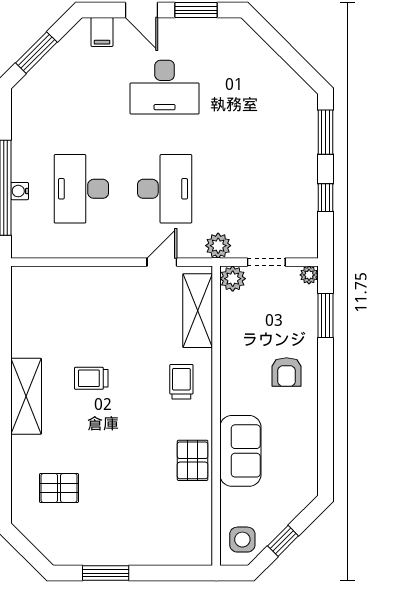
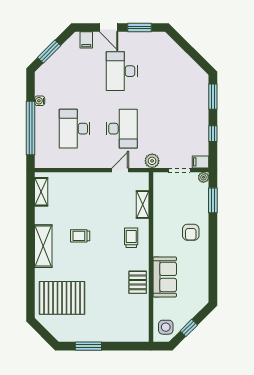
desk: (165, 87) -> (122, 71), turned 90
water cooler: (20, 191) -> (40, 101), moved
filing cabinet: (304, 248) -> (201, 162), added
plant: (233, 279) -> (160, 179), removed
shelving: (22, 300) -> (41, 192), added
shelving: (198, 311) -> (143, 205), width x0.67, depth x0.75
pallet: (59, 488) -> (62, 298), width x2.05, depth x2.00

